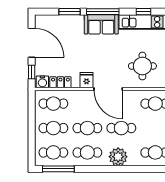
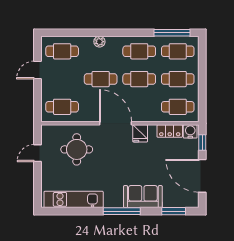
window: (69, 12) -> (174, 211), moved
window: (143, 12) -> (76, 211), removed
sofa: (101, 24) -> (143, 197), moved
plant: (118, 157) -> (99, 42), width x0.53, depth x0.53

